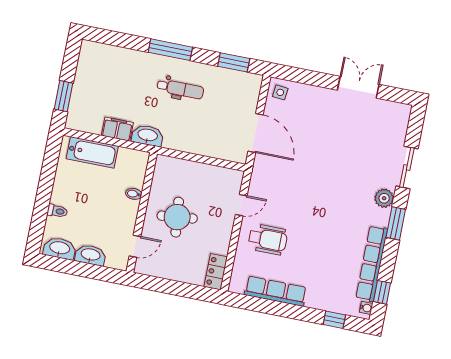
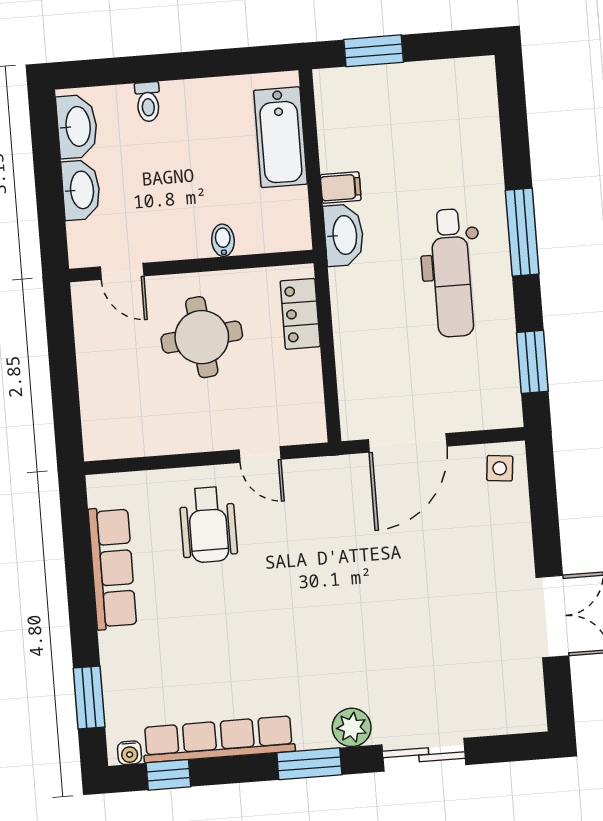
dental chair: (180, 89) -> (452, 273), width x1.36, depth x1.38
filing cabinet: (117, 129) -> (341, 187), width x0.50
locker: (216, 272) -> (300, 314), moved, turned -90
window: (334, 320) -> (89, 697), width x1.50

